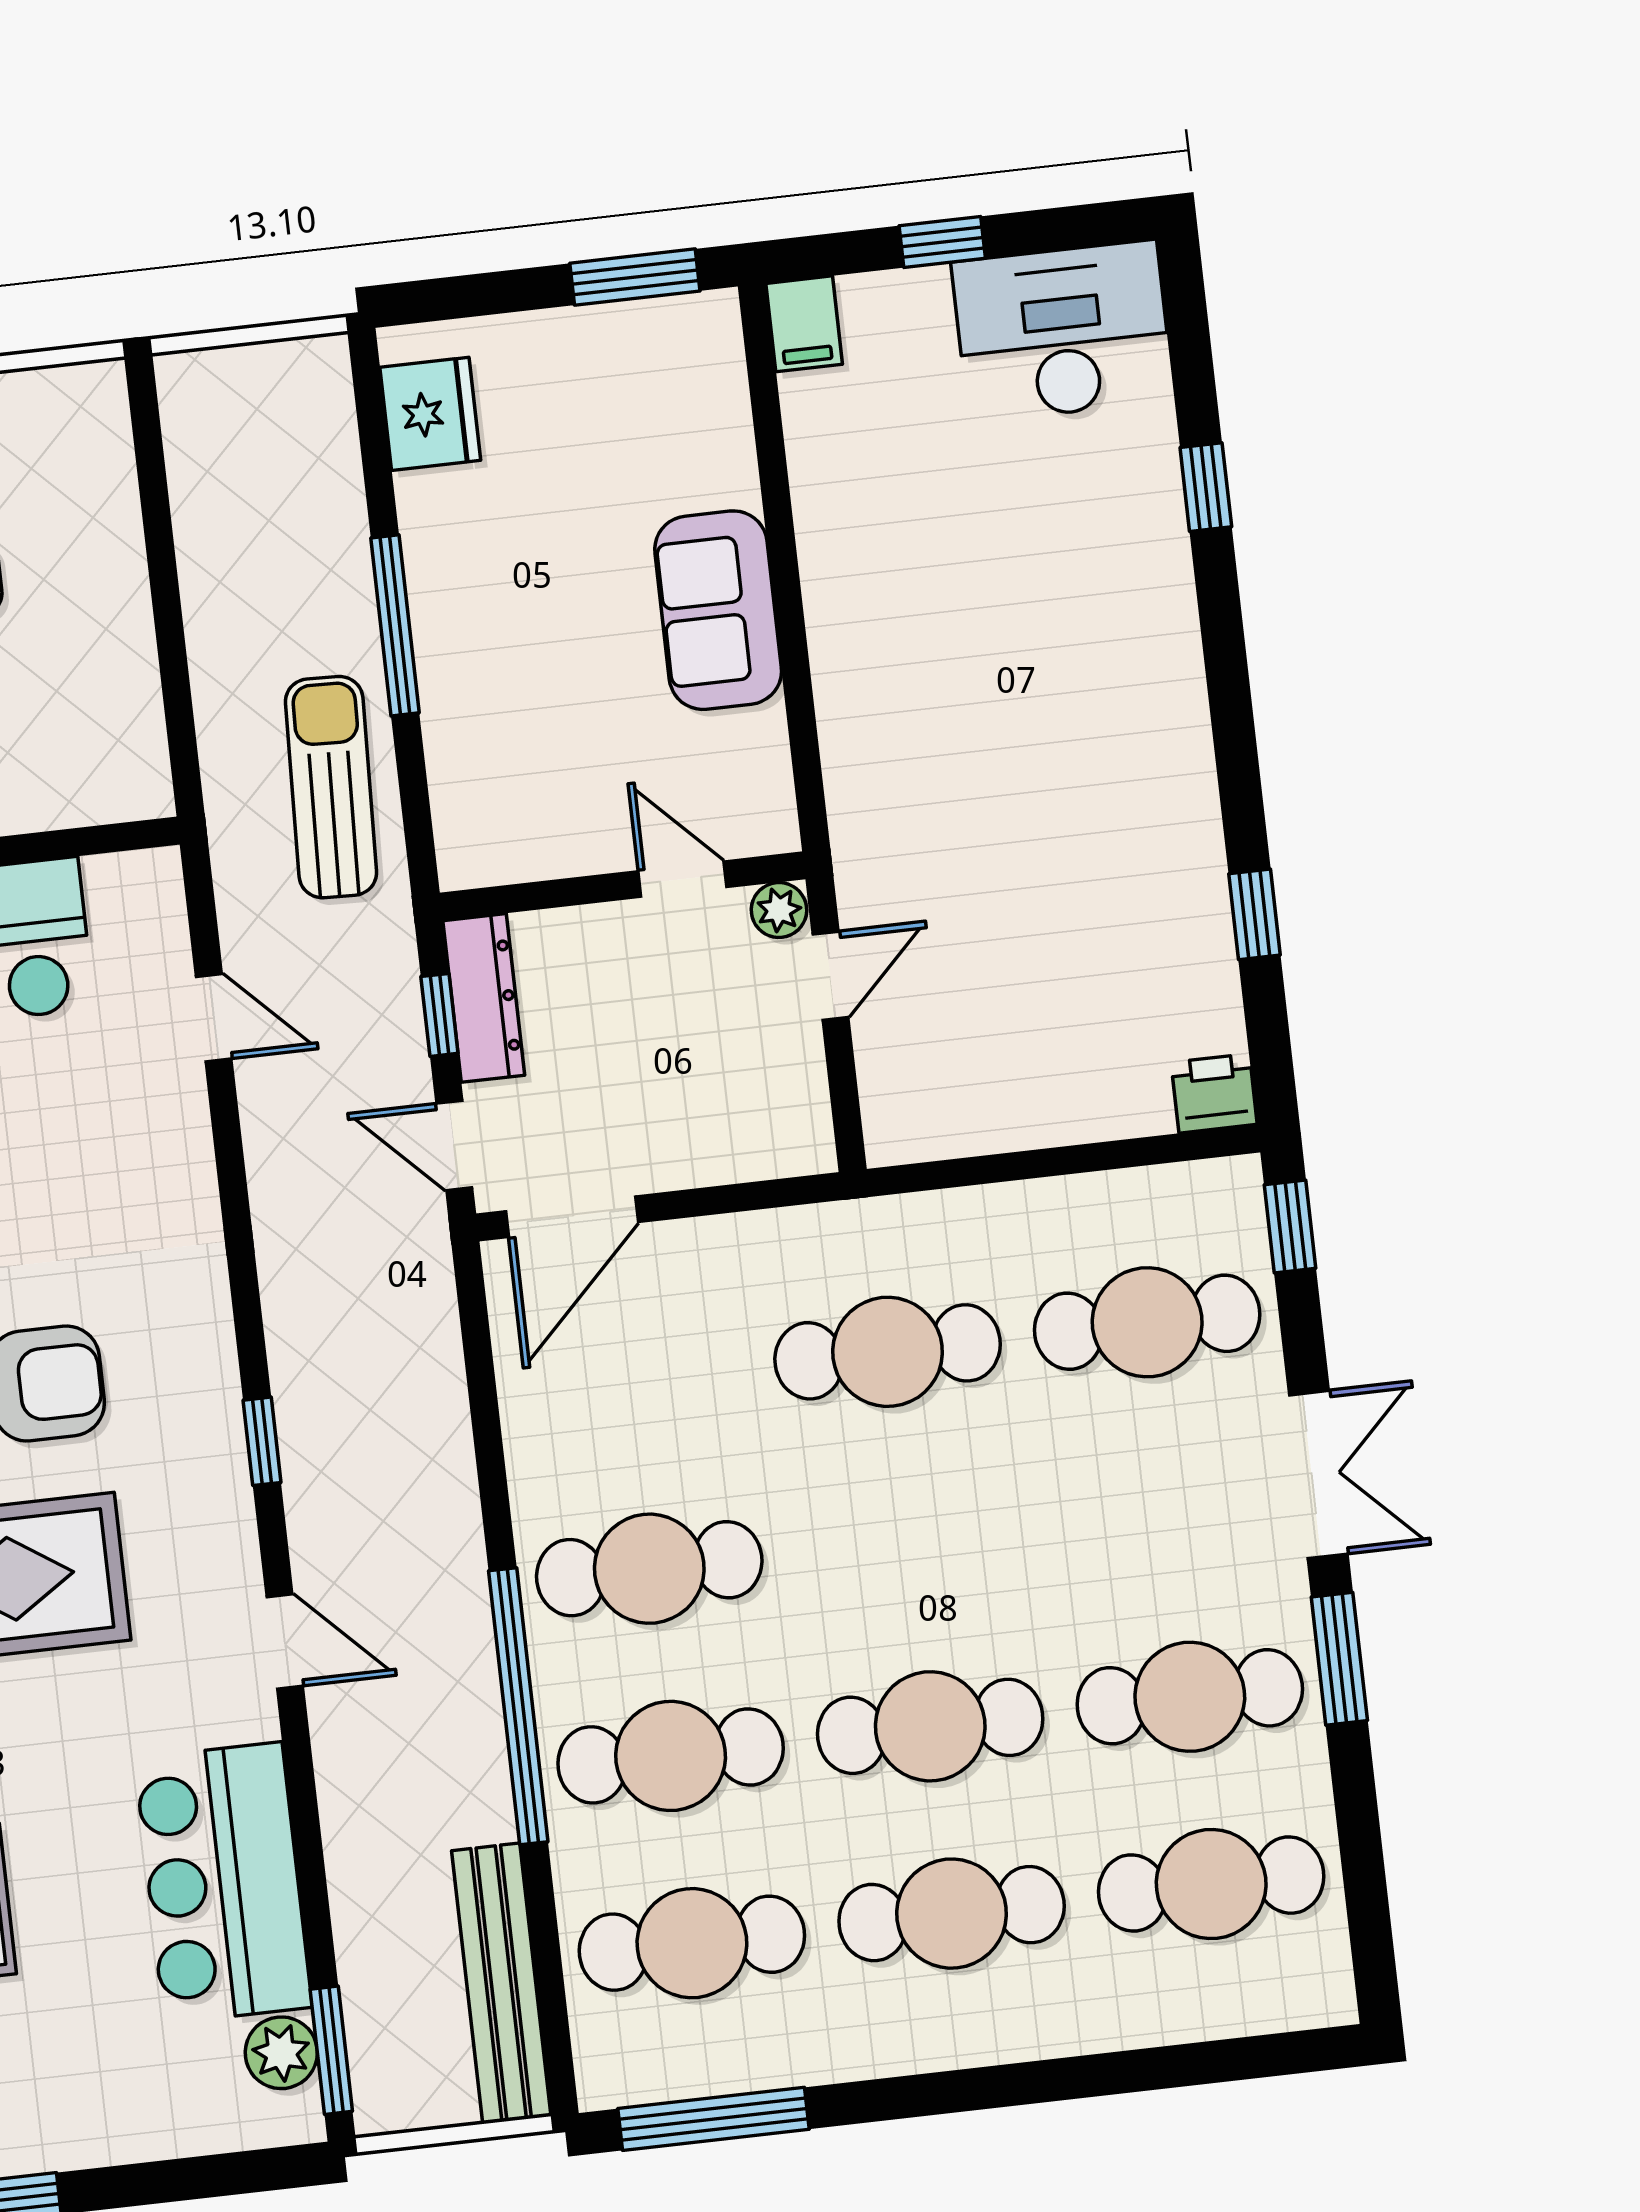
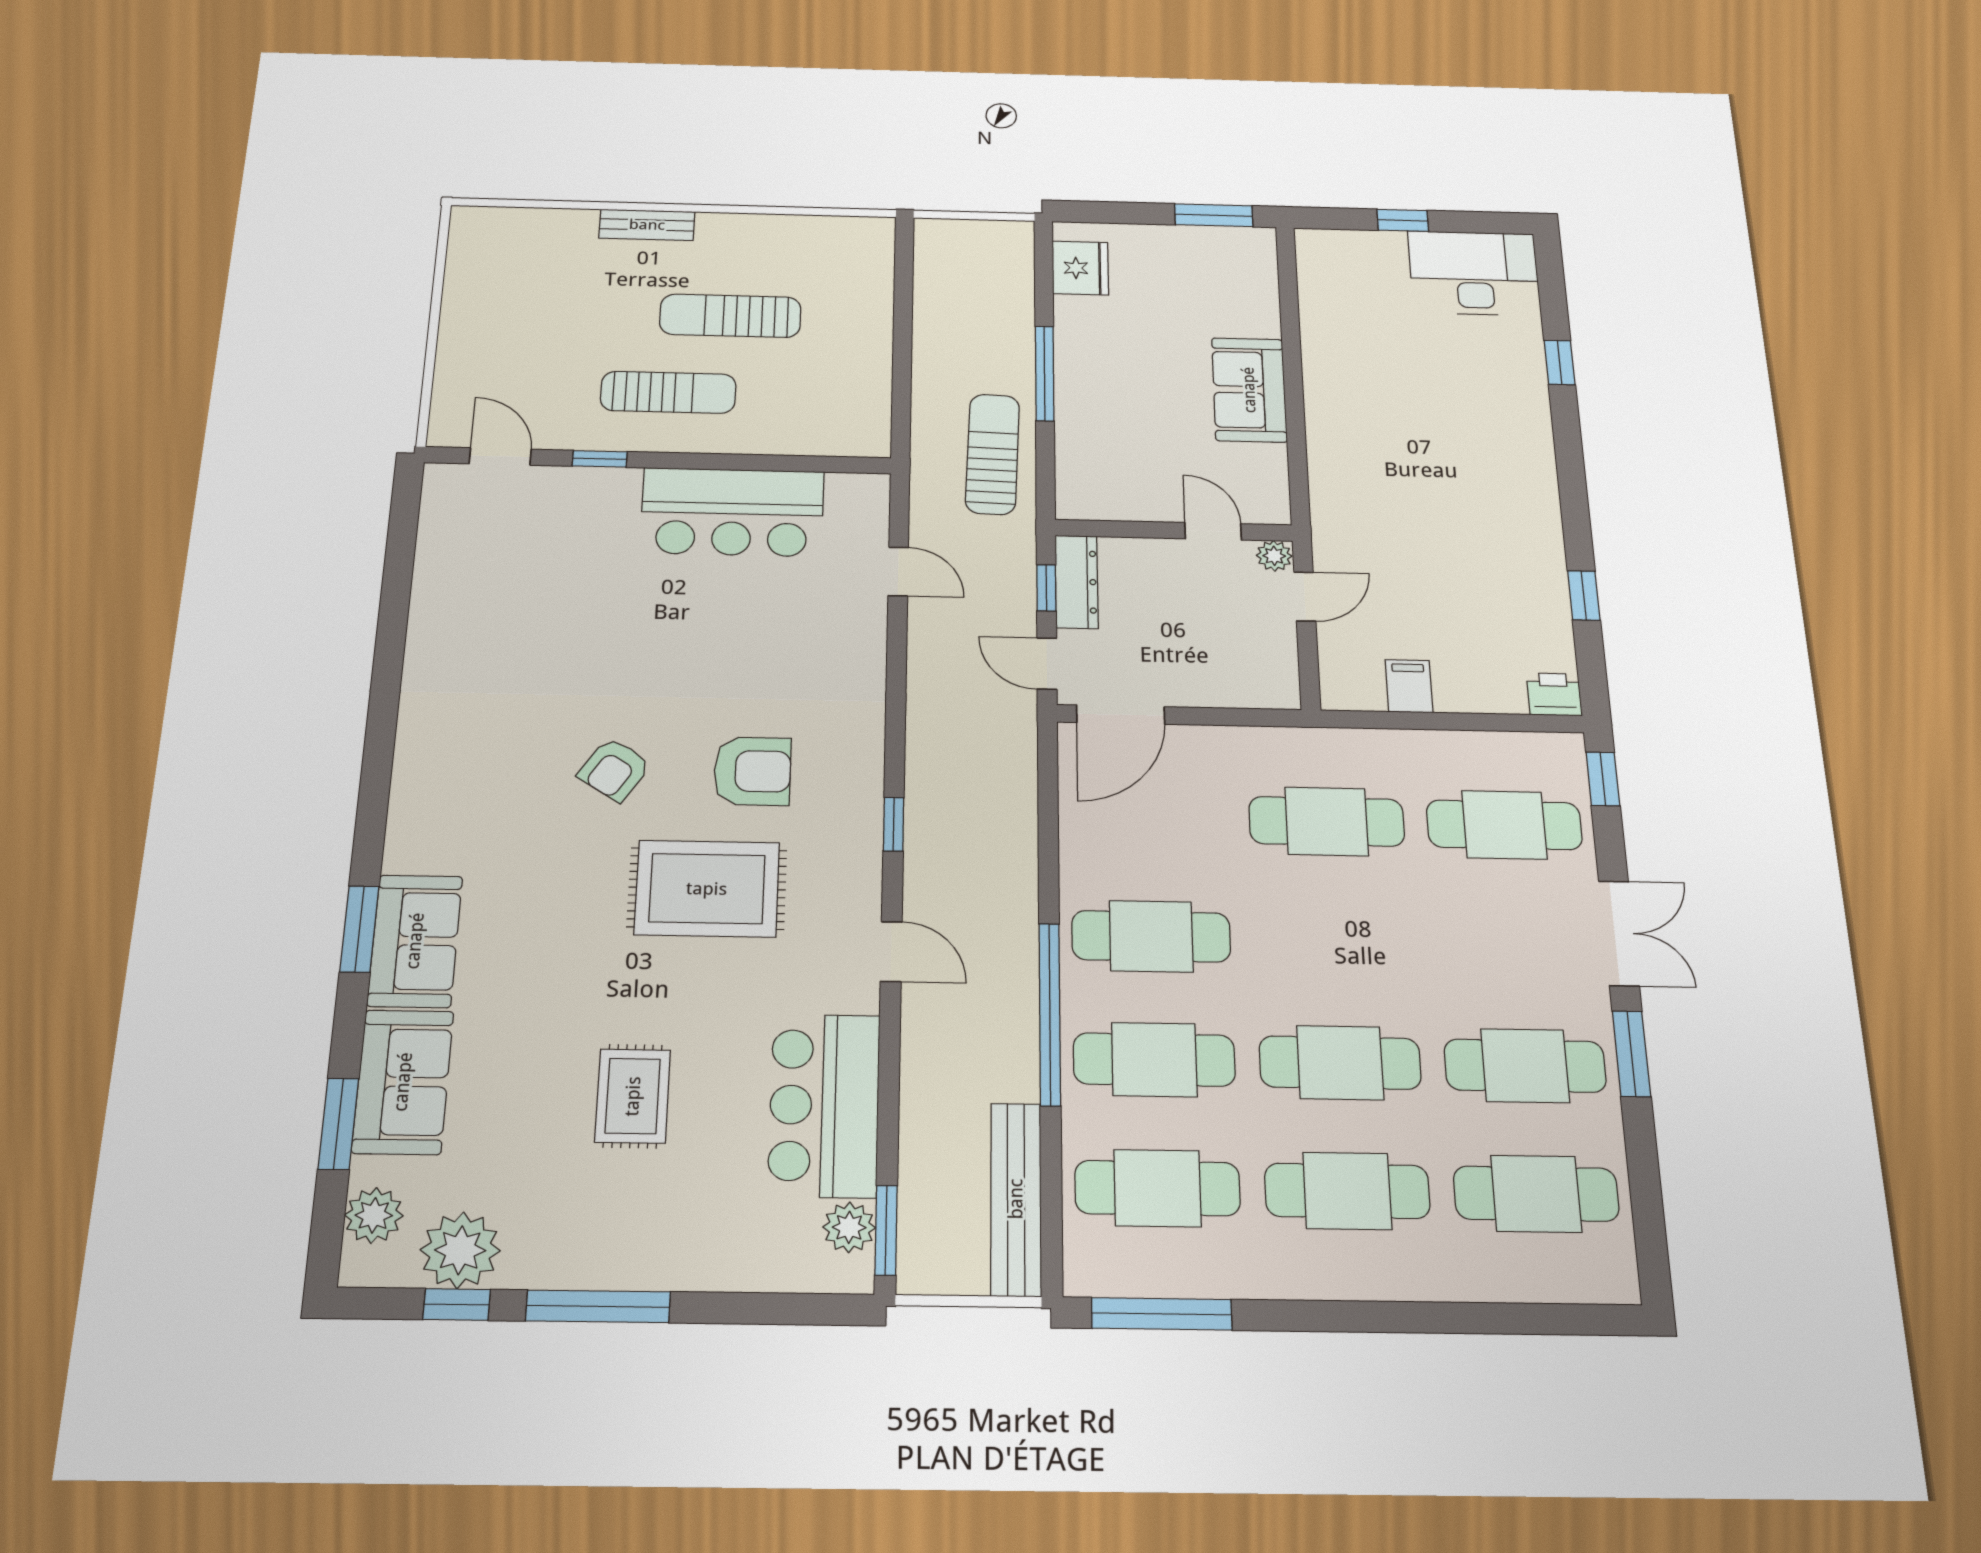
filing cabinet: (804, 324) -> (1409, 686), moved, turned 180

